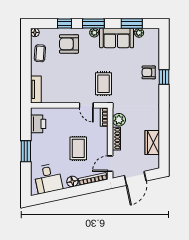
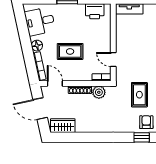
rug: (104, 84) -> (139, 95), moved, turned 90
door: (86, 105) -> (113, 60), hinge flipped
wardrobe: (152, 143) -> (63, 126), moved

